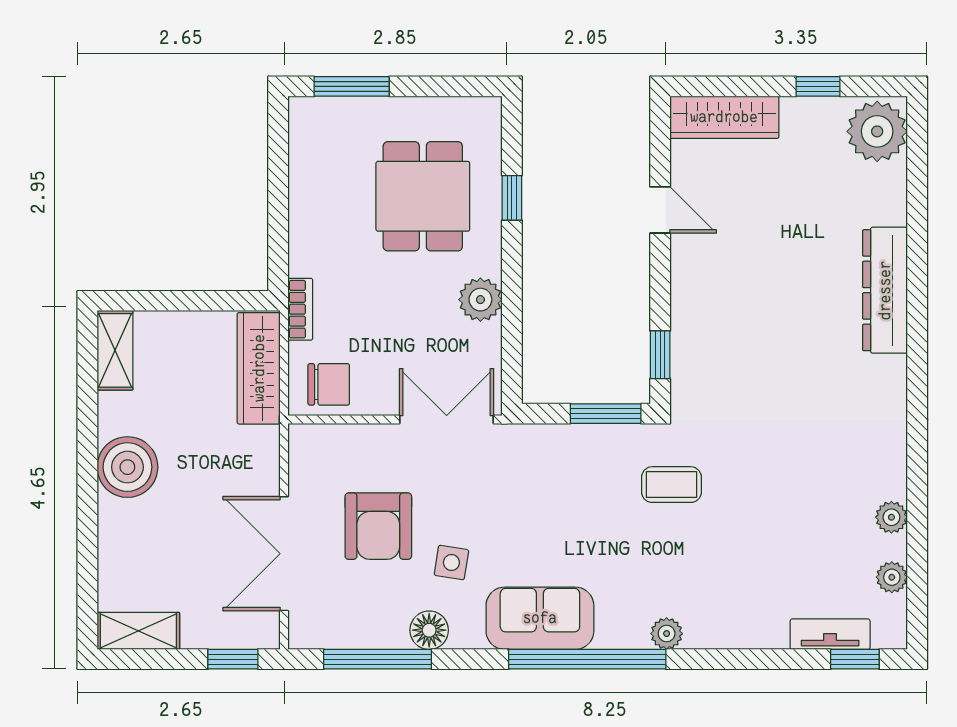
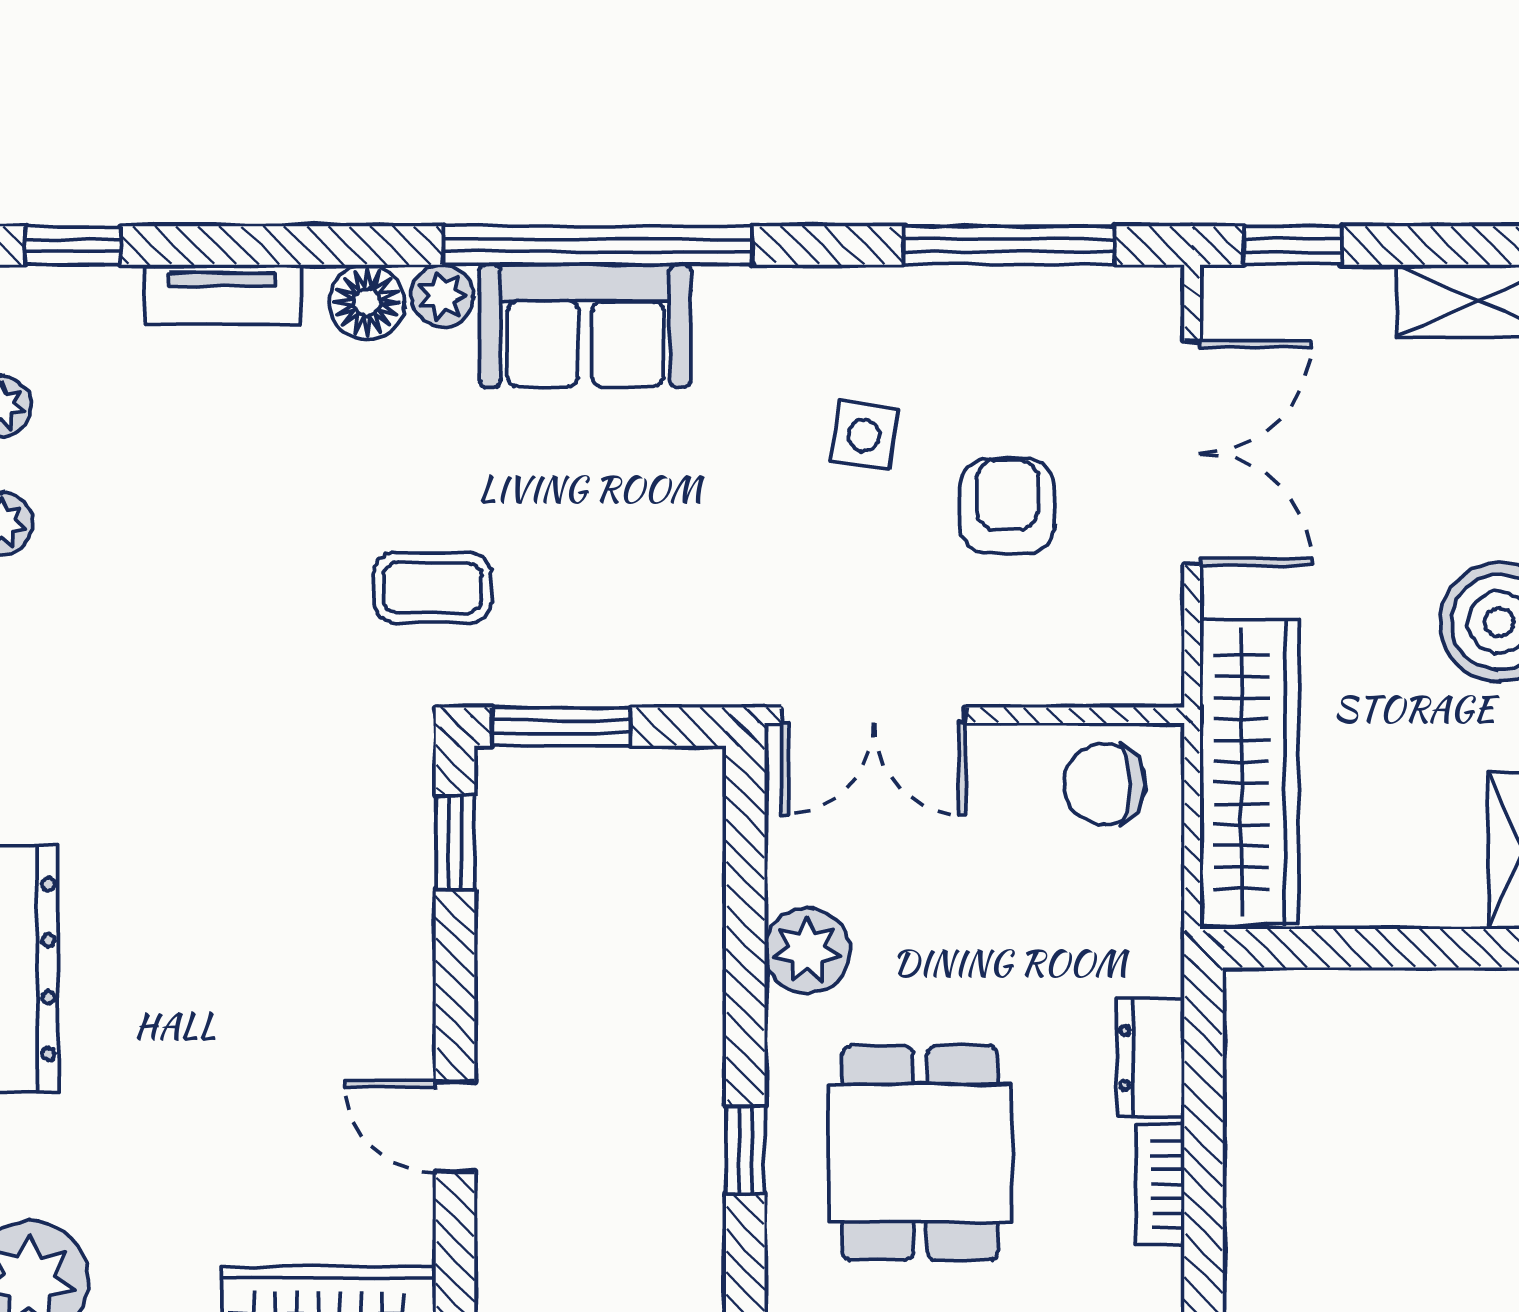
dresser: (305, 245) -> (1151, 1058), added
bookcase: (300, 309) -> (1160, 1185), moved
wardrobe: (259, 368) -> (1249, 772), width x1.40, depth x1.17
armchair: (378, 526) -> (1007, 506), width x0.72, depth x0.72
sofa: (540, 618) -> (585, 326), moved
floor lamp: (429, 630) -> (367, 302), moved
tv unit: (830, 634) -> (223, 294), moved

